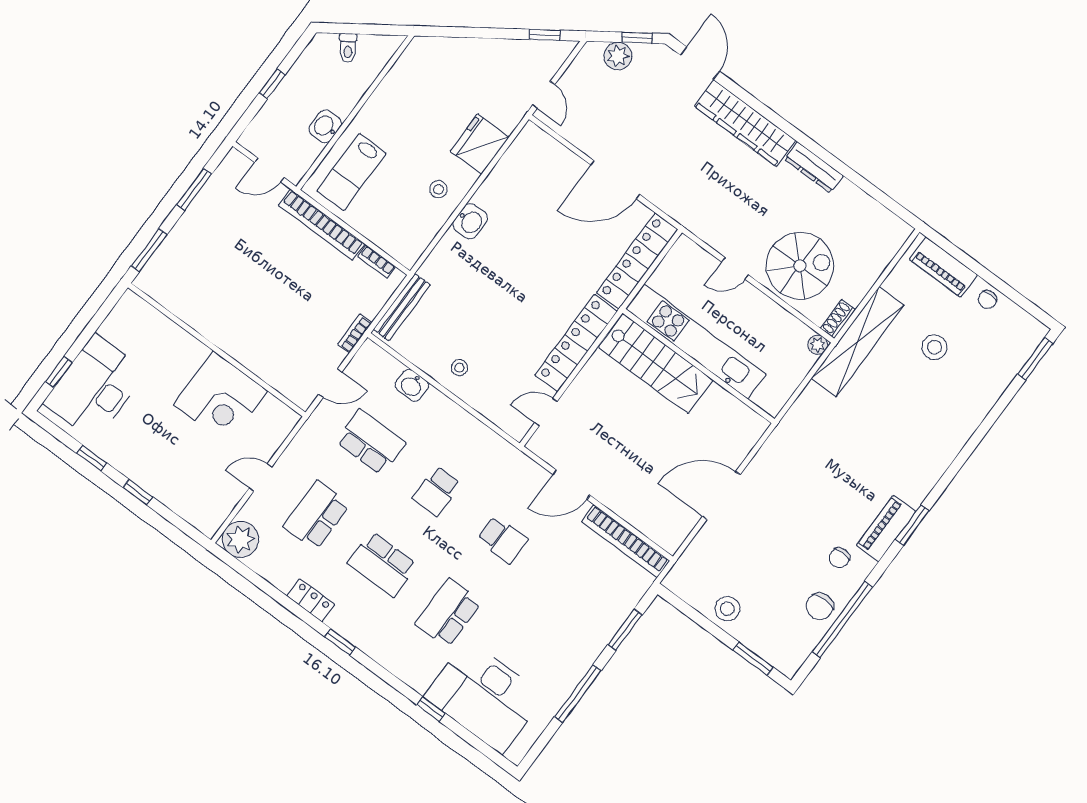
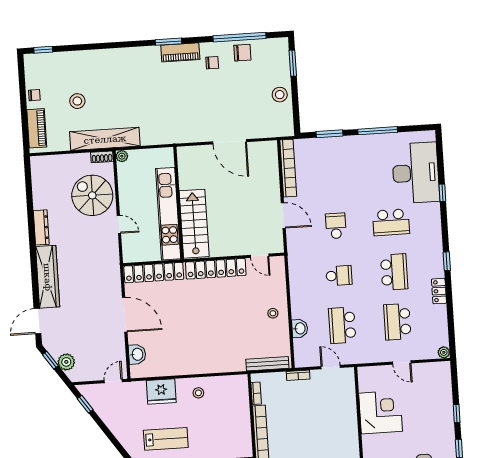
lab bench: (351, 172) -> (166, 439), moved
washbasin: (470, 221) -> (137, 354), moved, turned 90
window: (1035, 359) -> (43, 50), width x0.67
school desk: (316, 515) -> (397, 322), turned 90
plant: (240, 539) -> (444, 352), width x0.53, depth x0.53

